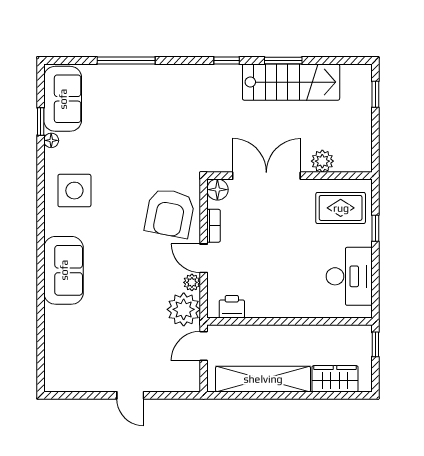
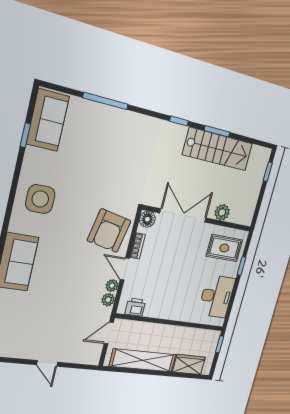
floor lamp: (51, 140) -> (31, 153), removed
plant: (184, 309) -> (108, 300), width x0.53, depth x0.53

